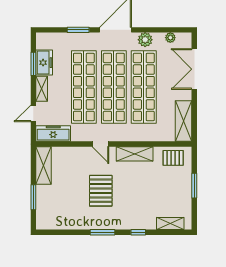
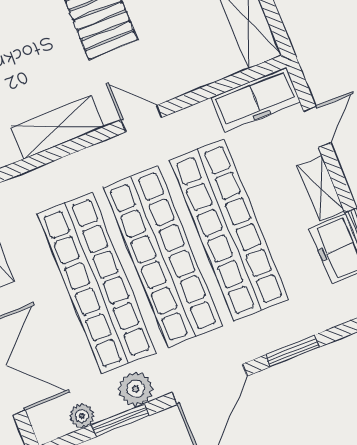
window: (156, 30) -> (121, 420), added

